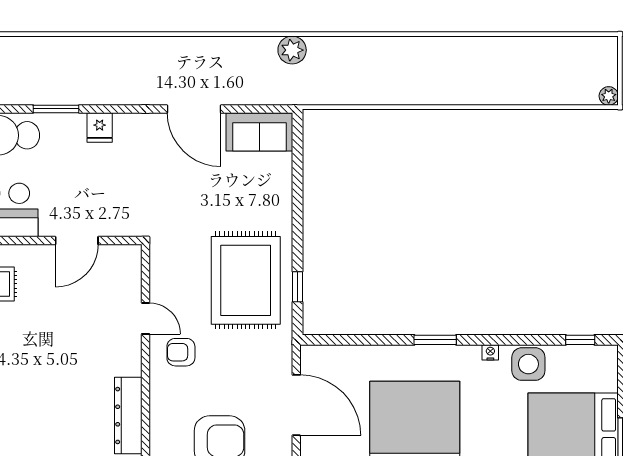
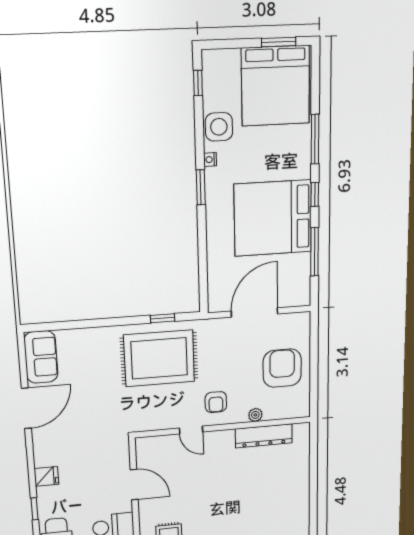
window: (56, 109) -> (34, 509), width x0.67
door: (146, 318) -> (191, 430), swing flipped
window: (435, 340) -> (201, 187), moved
plant: (159, 404) -> (255, 415), added

